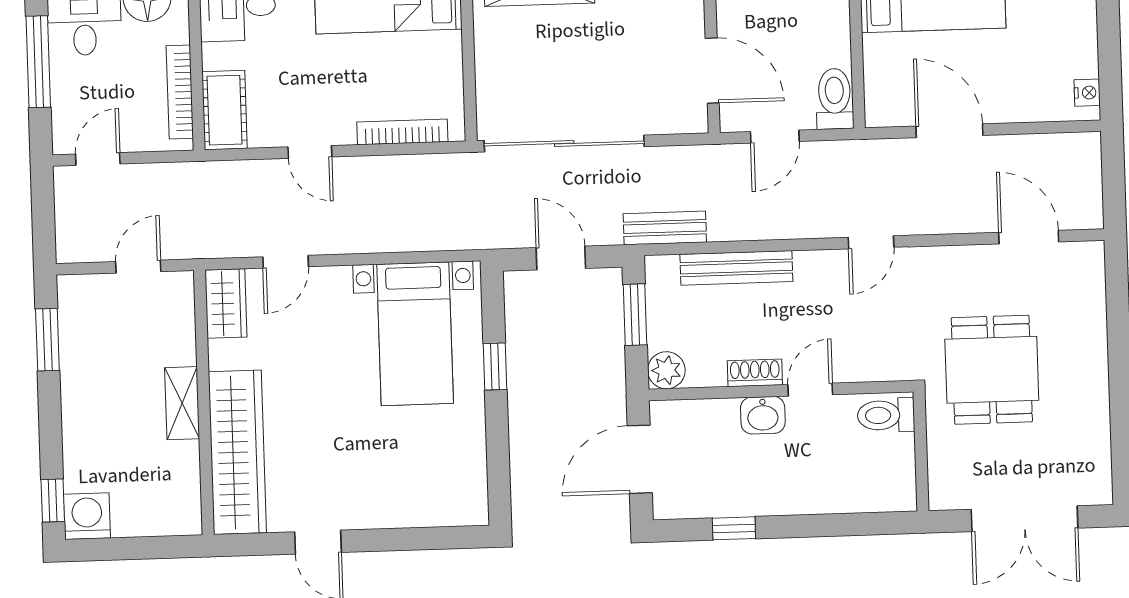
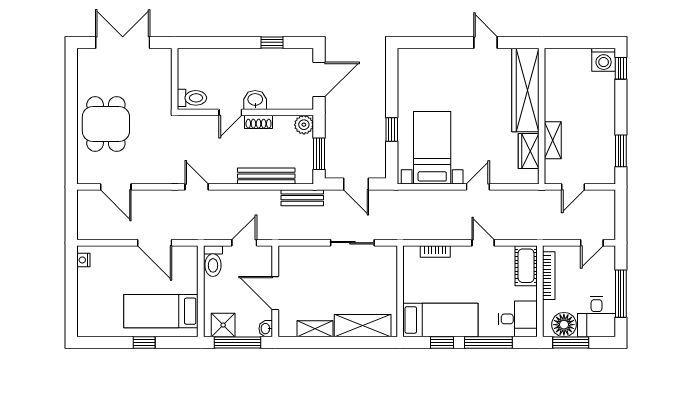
door: (712, 71) -> (275, 293), moved
bookcase: (402, 132) -> (435, 251), width x0.64
sliding door: (564, 144) -> (352, 243), width x0.54
door: (871, 242) -> (197, 187), hinge flipped
door: (286, 262) -> (478, 187), moved
wardrobe: (226, 304) -> (529, 151), moved
dining table: (992, 370) -> (106, 124), moved
shelving: (182, 403) -> (553, 140), moved

